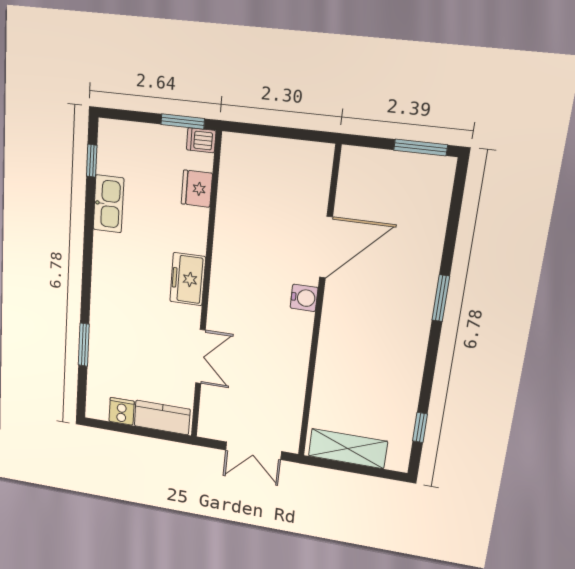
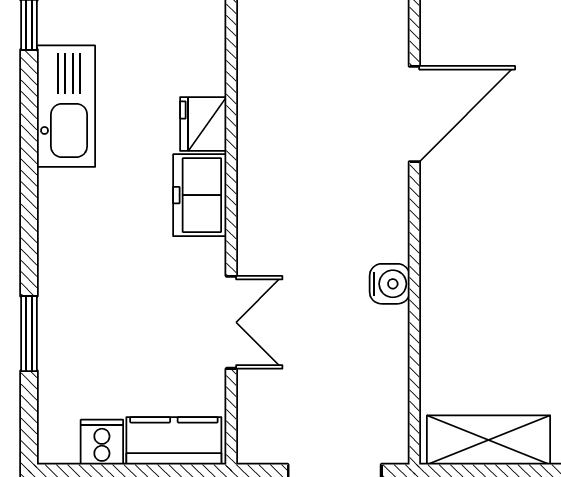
fridge: (197, 189) -> (203, 124), moved
kitchen sink: (109, 204) -> (66, 106), width x1.36, depth x1.24
water cooler: (304, 298) -> (390, 284), moved

